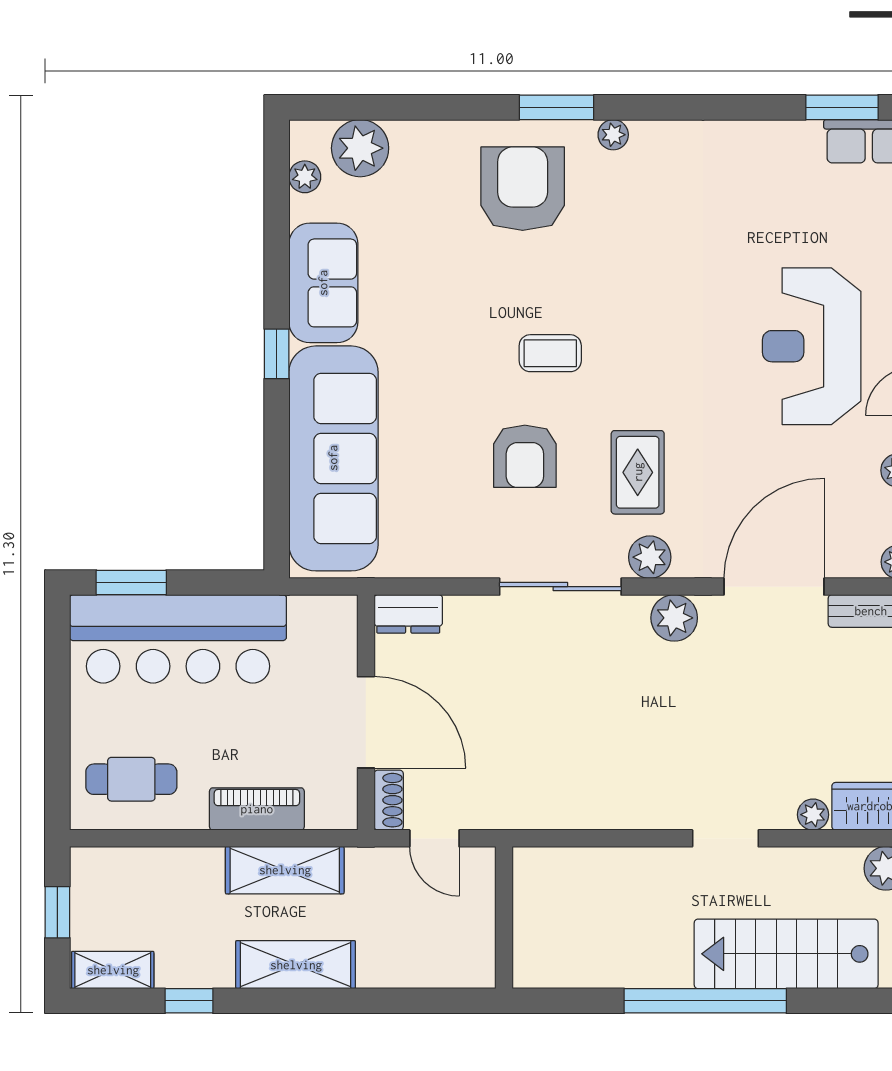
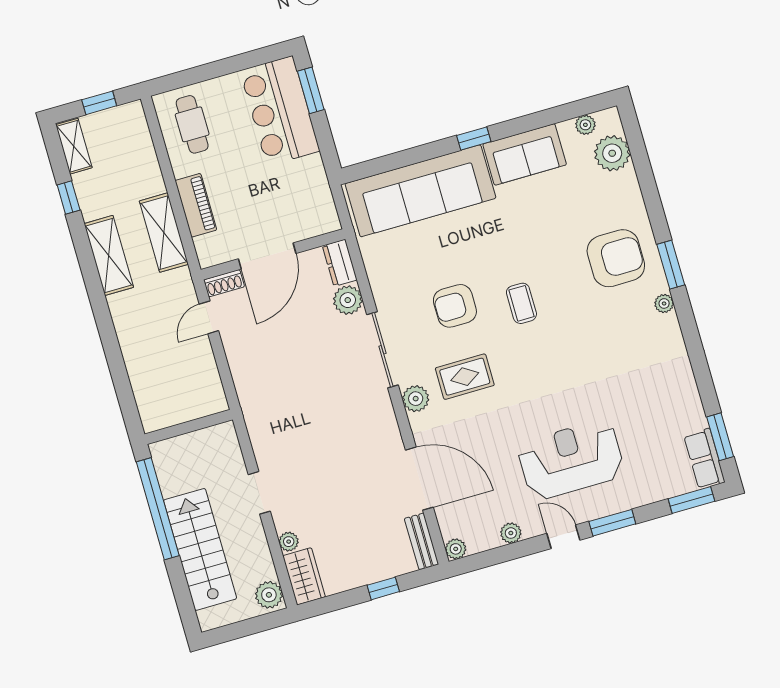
plant: (674, 618) -> (348, 300), moved
bar counter: (178, 639) -> (280, 111), width x0.73
wall: (504, 917) -> (189, 427), moved

